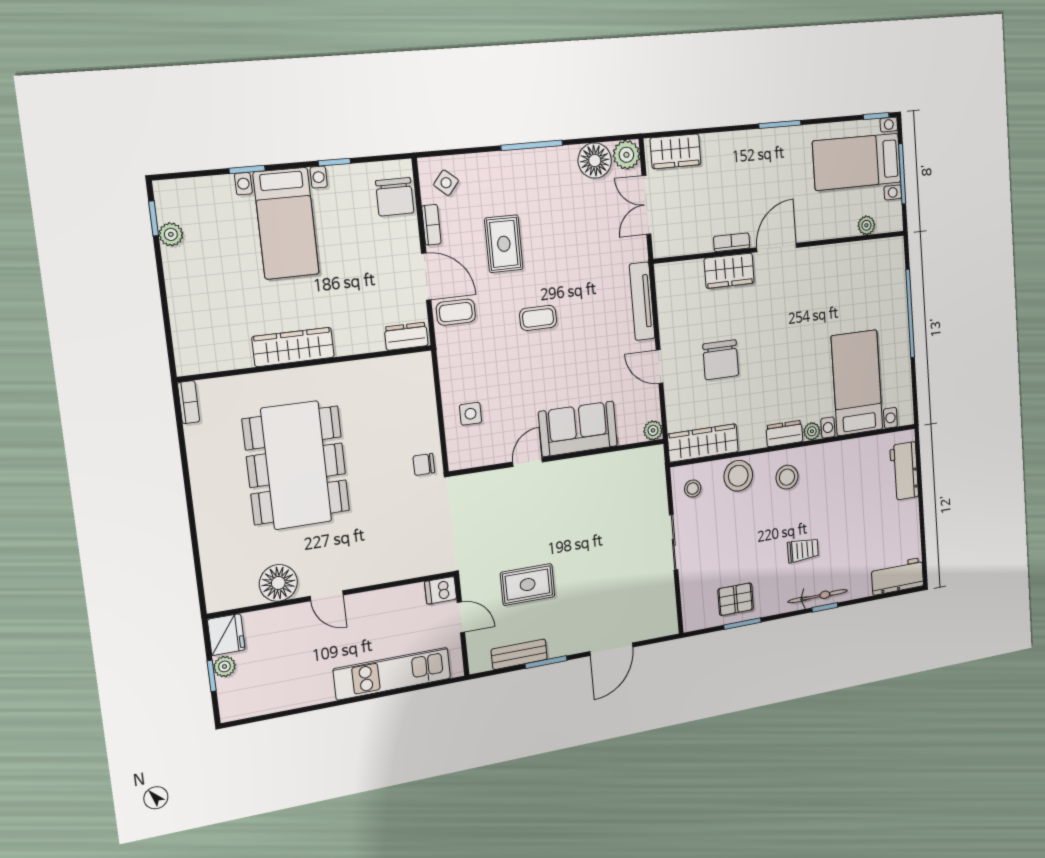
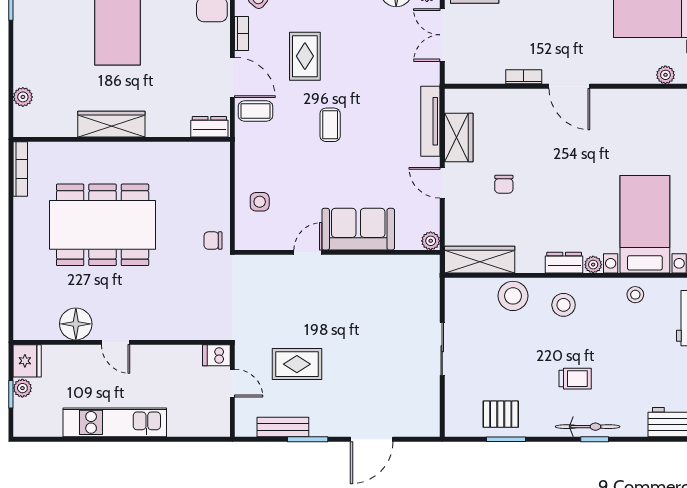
plant: (171, 234) -> (23, 97), moved
door: (777, 248) -> (569, 86), swing flipped
wardrobe: (729, 271) -> (459, 137), moved, turned -90
coffee table: (538, 318) -> (330, 125), turned 90
chair: (721, 360) -> (504, 184), width x0.54, depth x0.54
bookcase: (189, 402) -> (20, 169), width x1.56
dining table: (296, 465) -> (103, 225), turned 90
stool: (693, 489) -> (635, 295), moved
kitchen unit: (392, 674) -> (115, 422), moved

